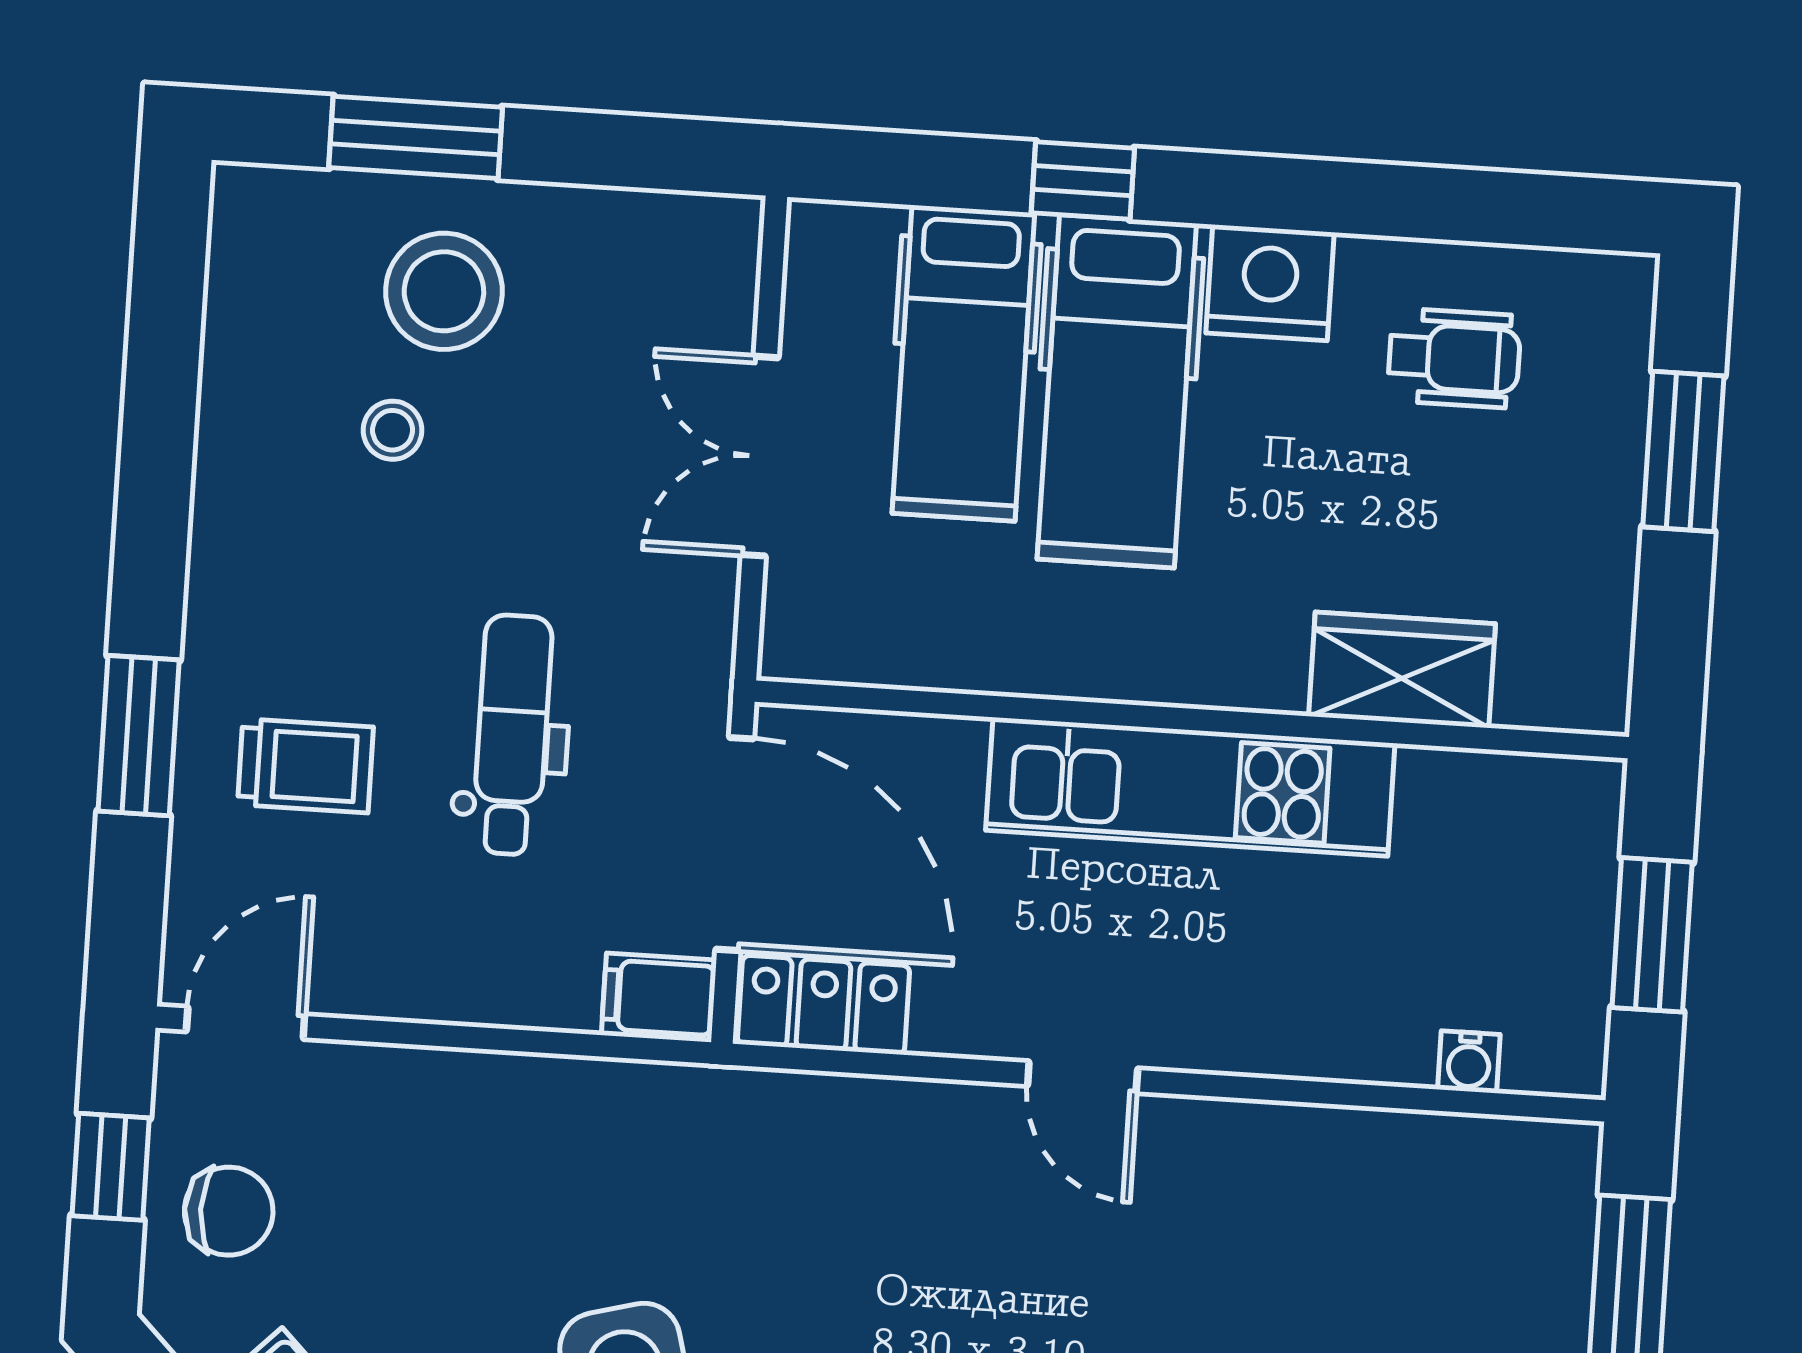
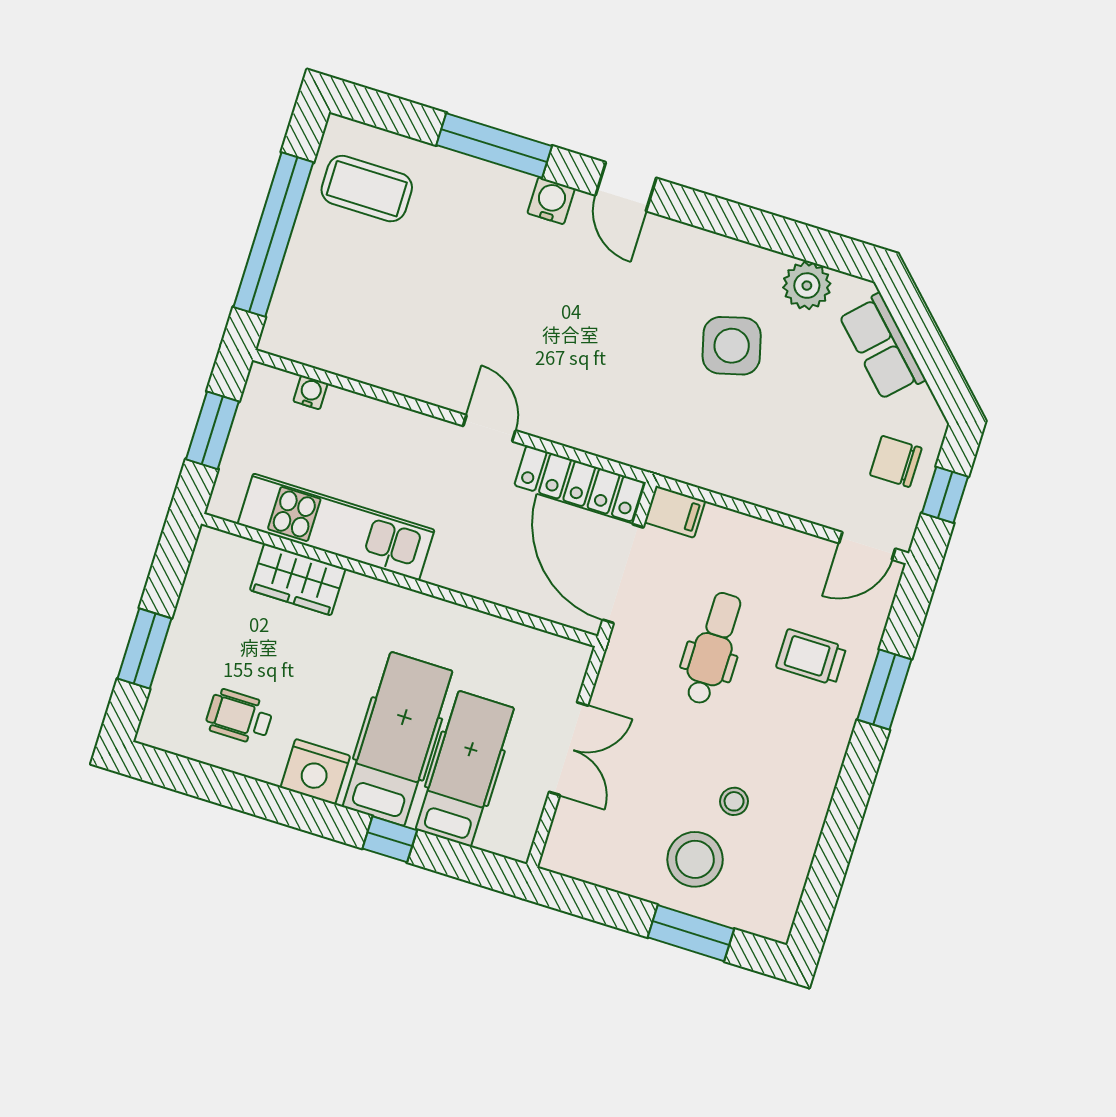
dental chair: (512, 735) -> (713, 648), turned 180
kitchen unit: (1190, 787) -> (336, 527), moved
locker: (824, 1005) -> (579, 484), width x1.53

